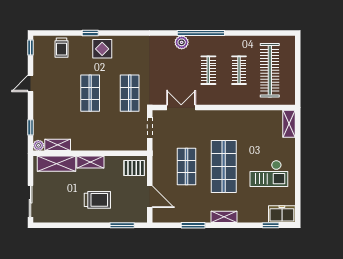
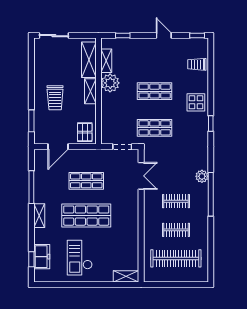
window: (90, 33) -> (211, 123), moved
plant: (38, 145) -> (110, 83), moved, width x1.87, depth x1.87
freezer: (282, 214) -> (42, 257), moved
window: (193, 225) -> (31, 187), width x1.44

